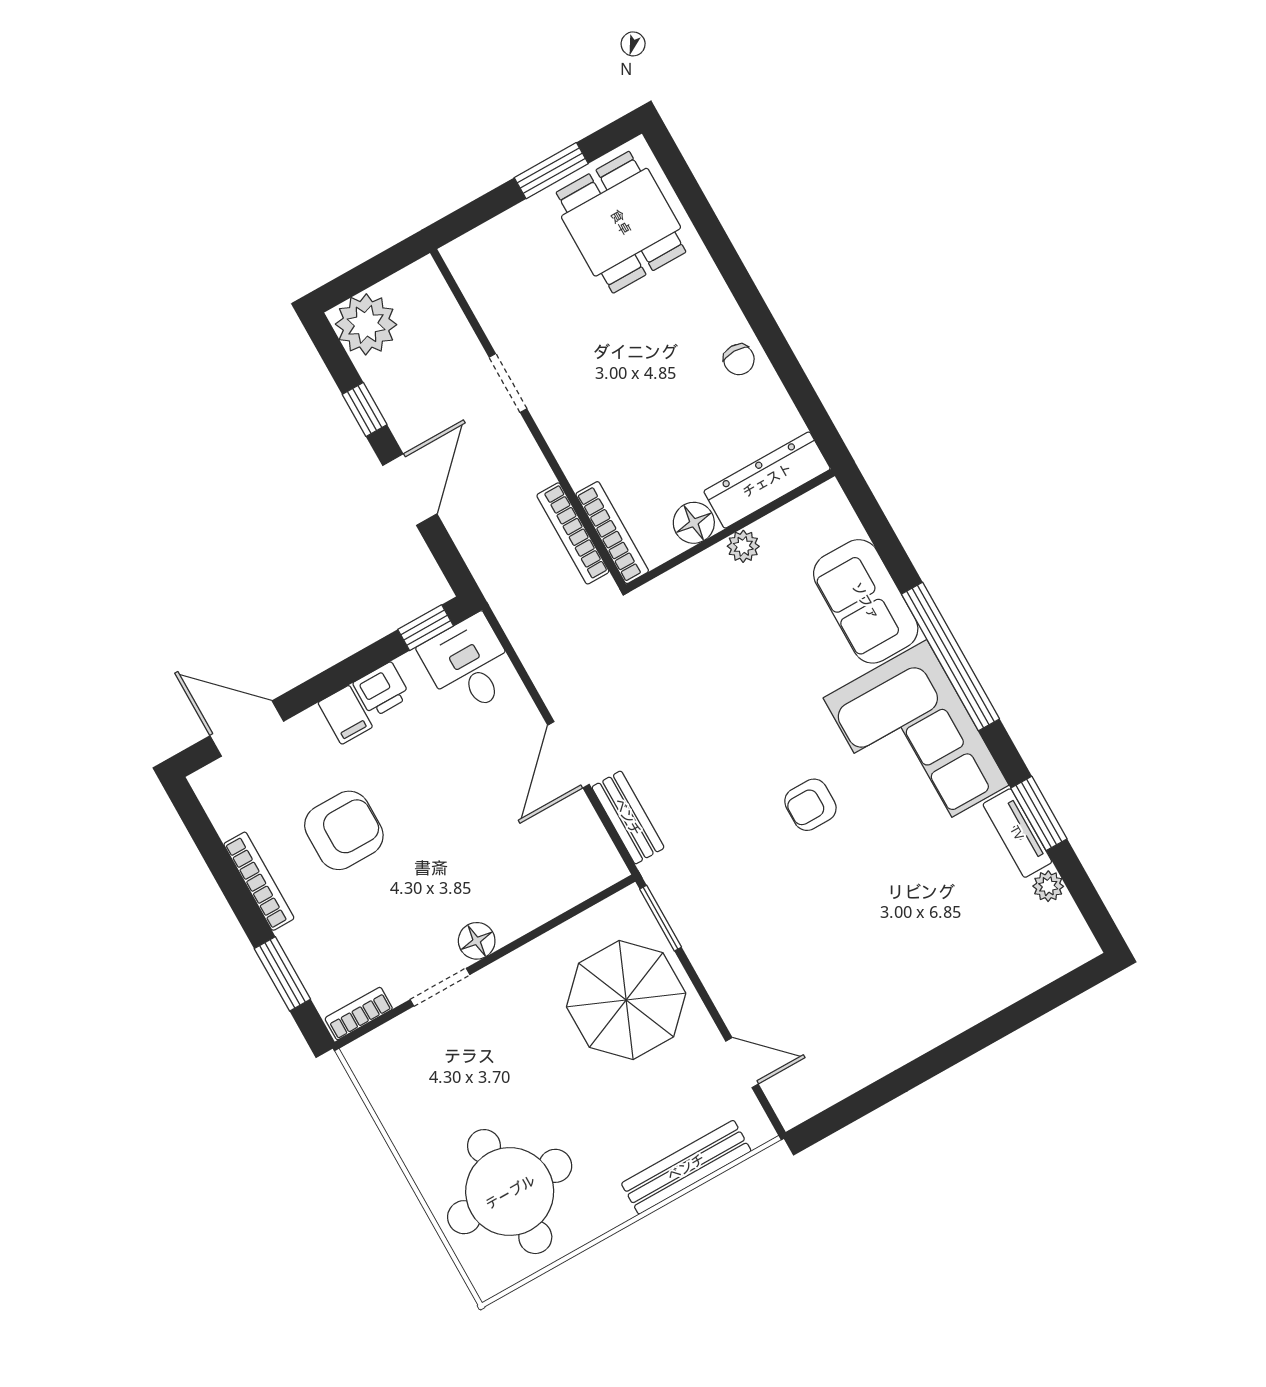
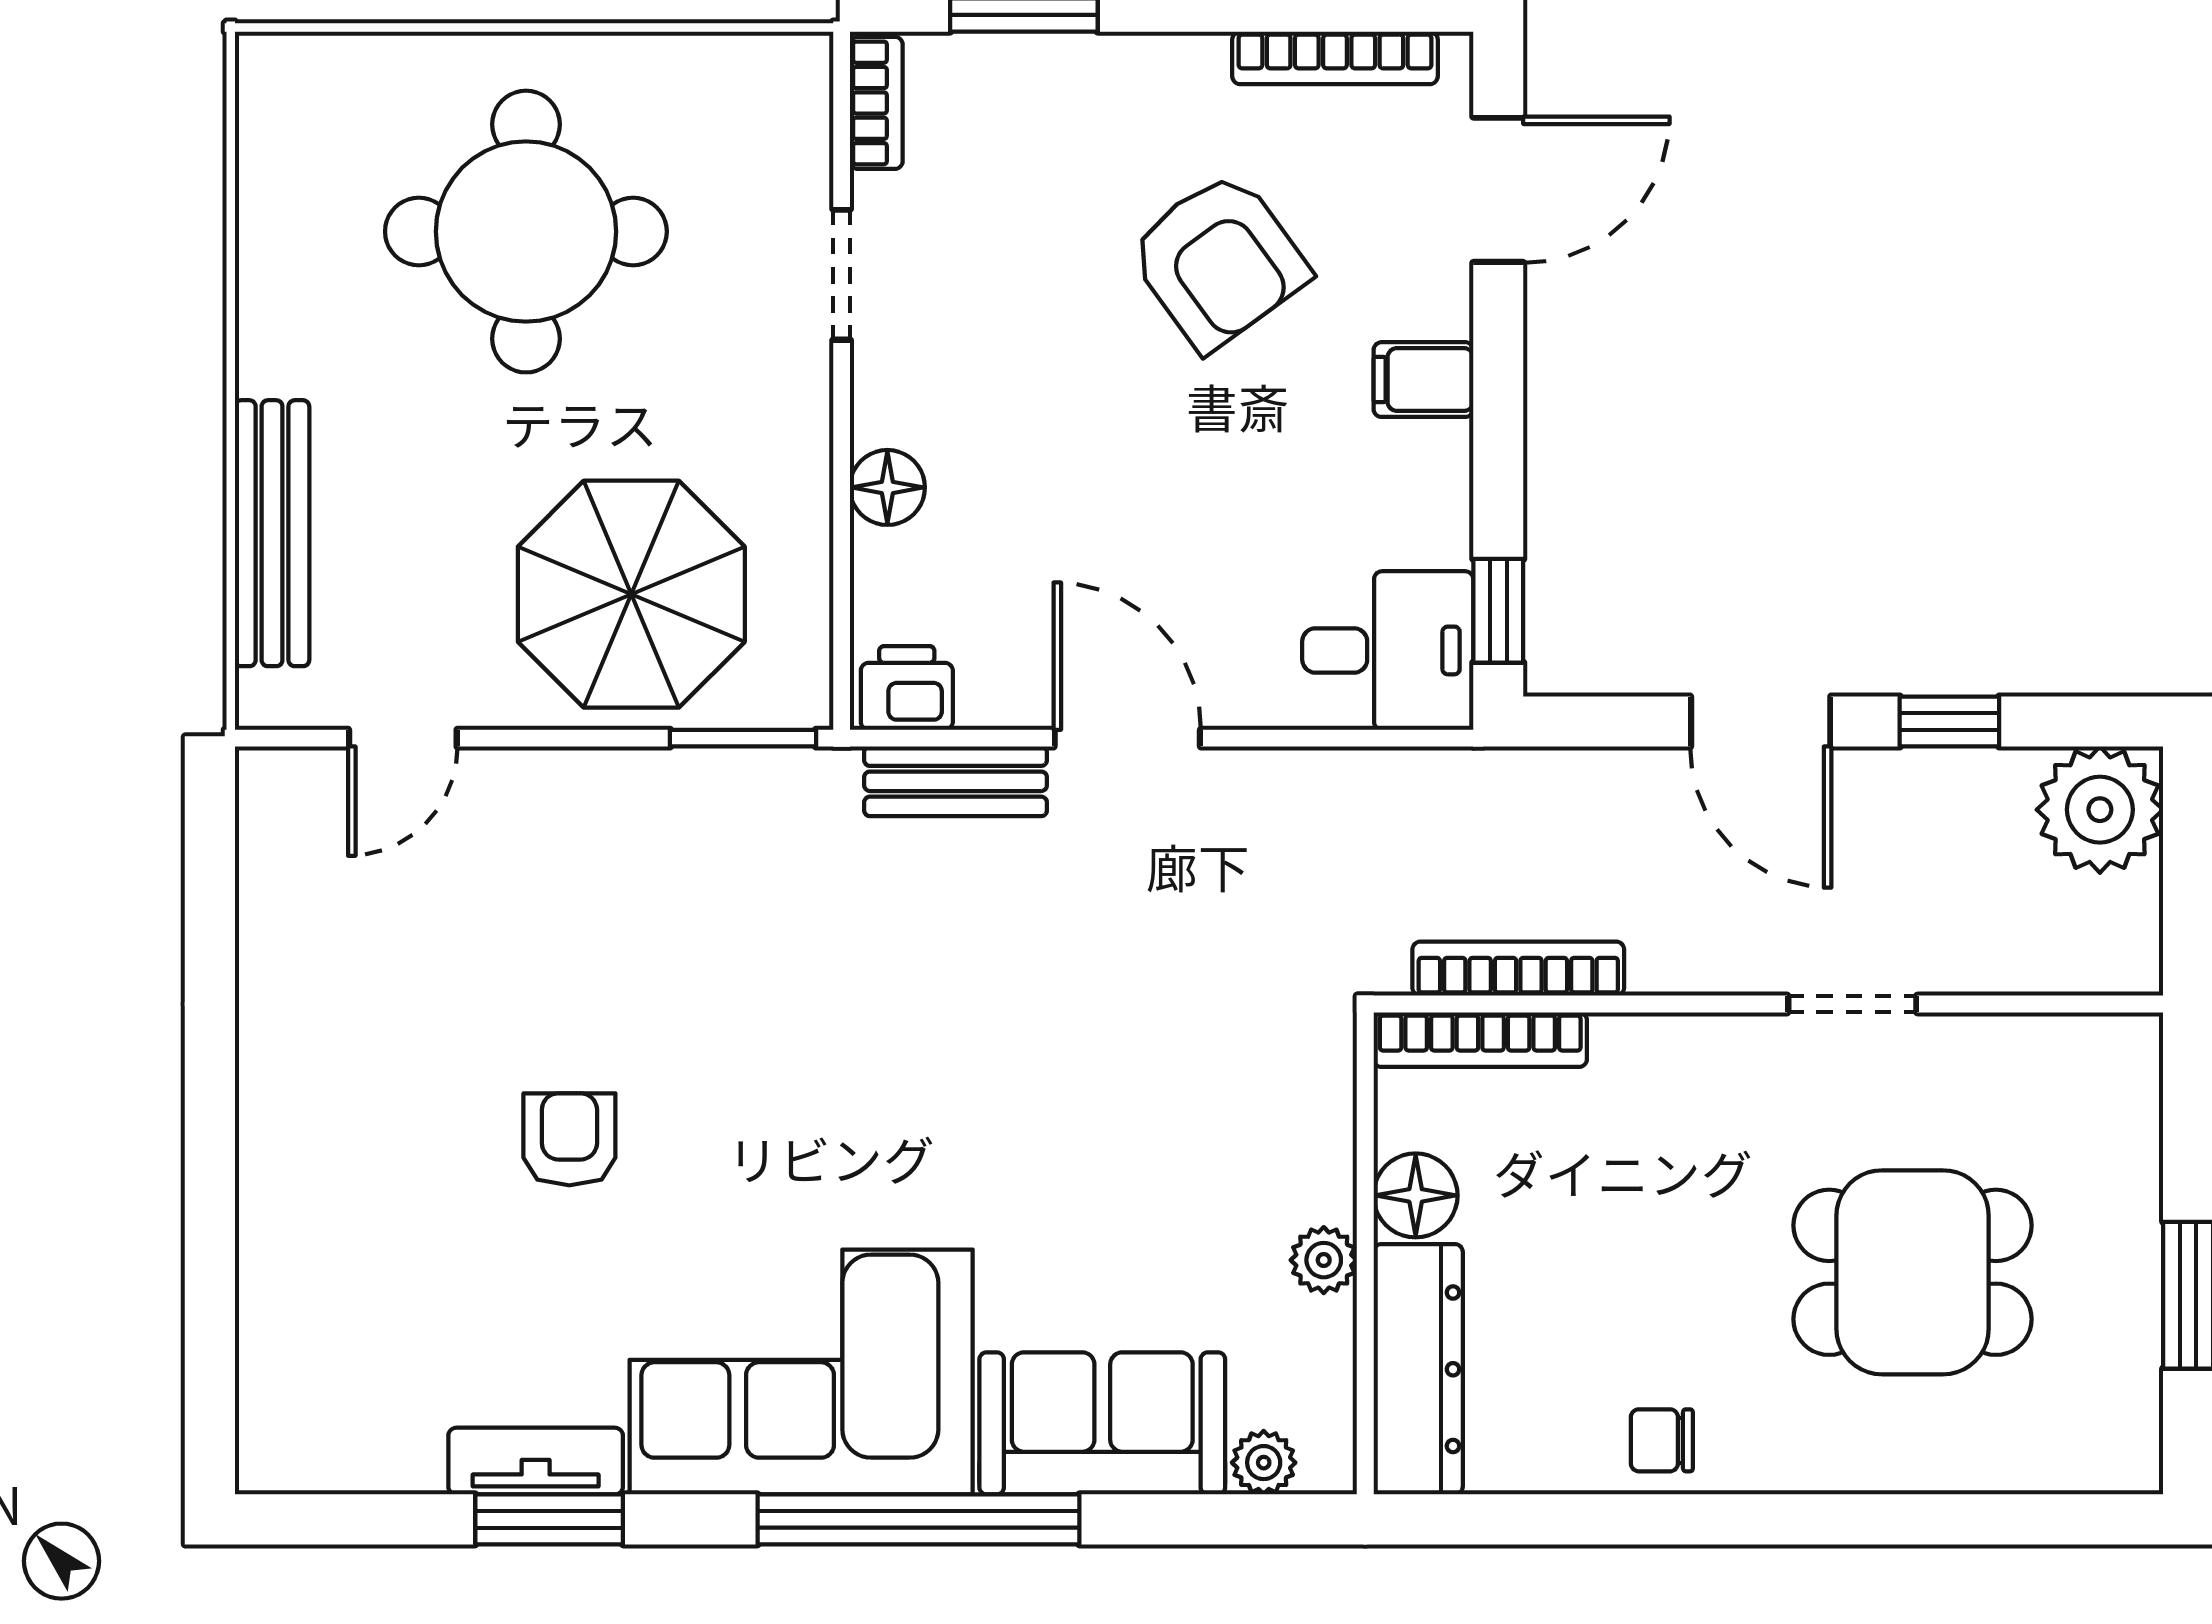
dining table: (621, 222) -> (1913, 1272), moved
printer: (382, 690) -> (907, 688), moved, turned 90
armchair: (810, 805) -> (569, 1139), moved
armchair: (344, 830) -> (1218, 261), turned -36
bookcase: (259, 881) -> (1335, 58), moved
plant: (1048, 886) -> (1264, 1463), moved
floor lamp: (477, 941) -> (887, 487), moved
round table: (510, 1192) -> (526, 232), moved

